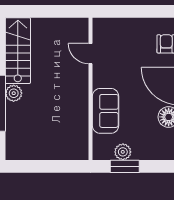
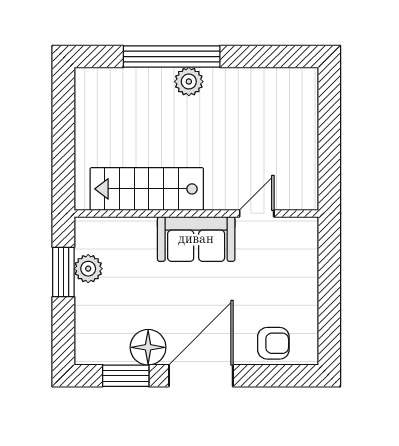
stairs: (18, 51) -> (147, 189), moved, turned 180
sofa: (106, 111) -> (196, 239), moved

